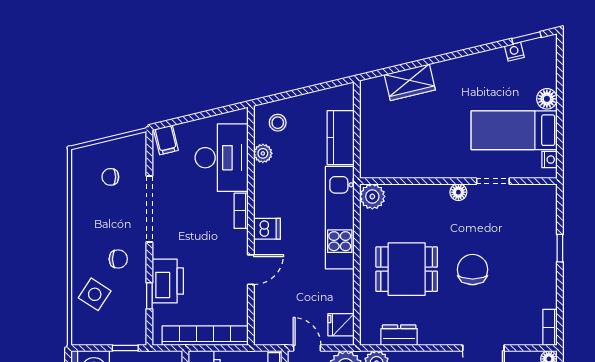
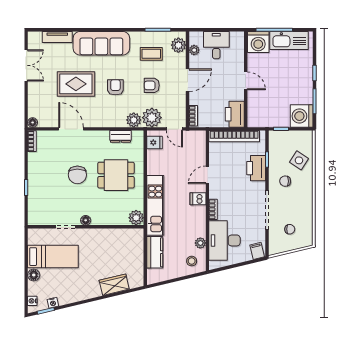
nightstand: (549, 160) -> (32, 301), moved

